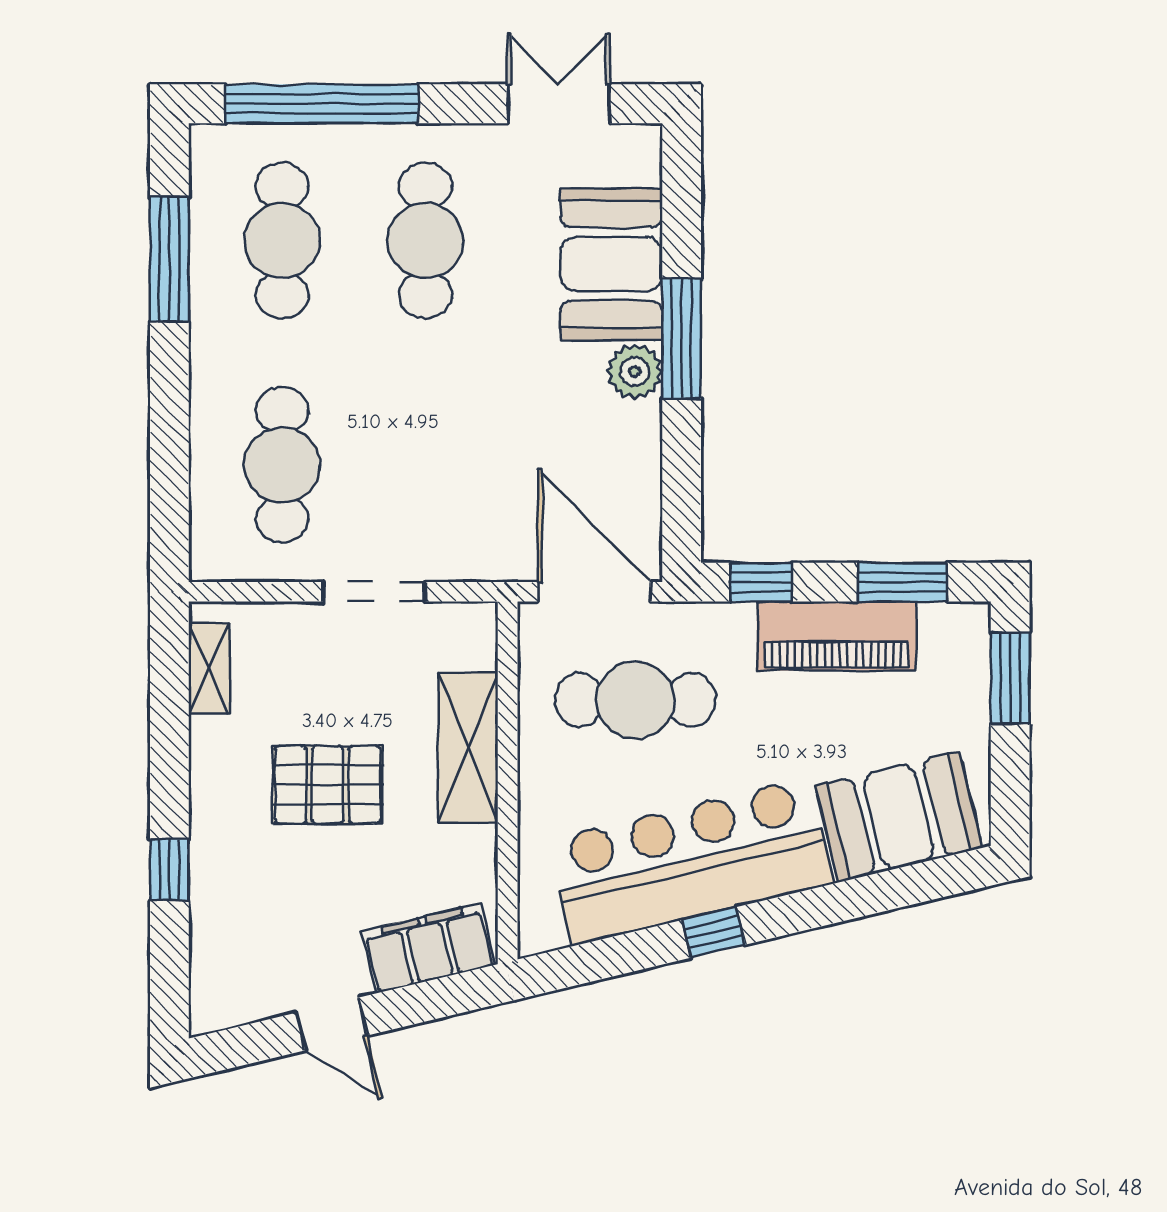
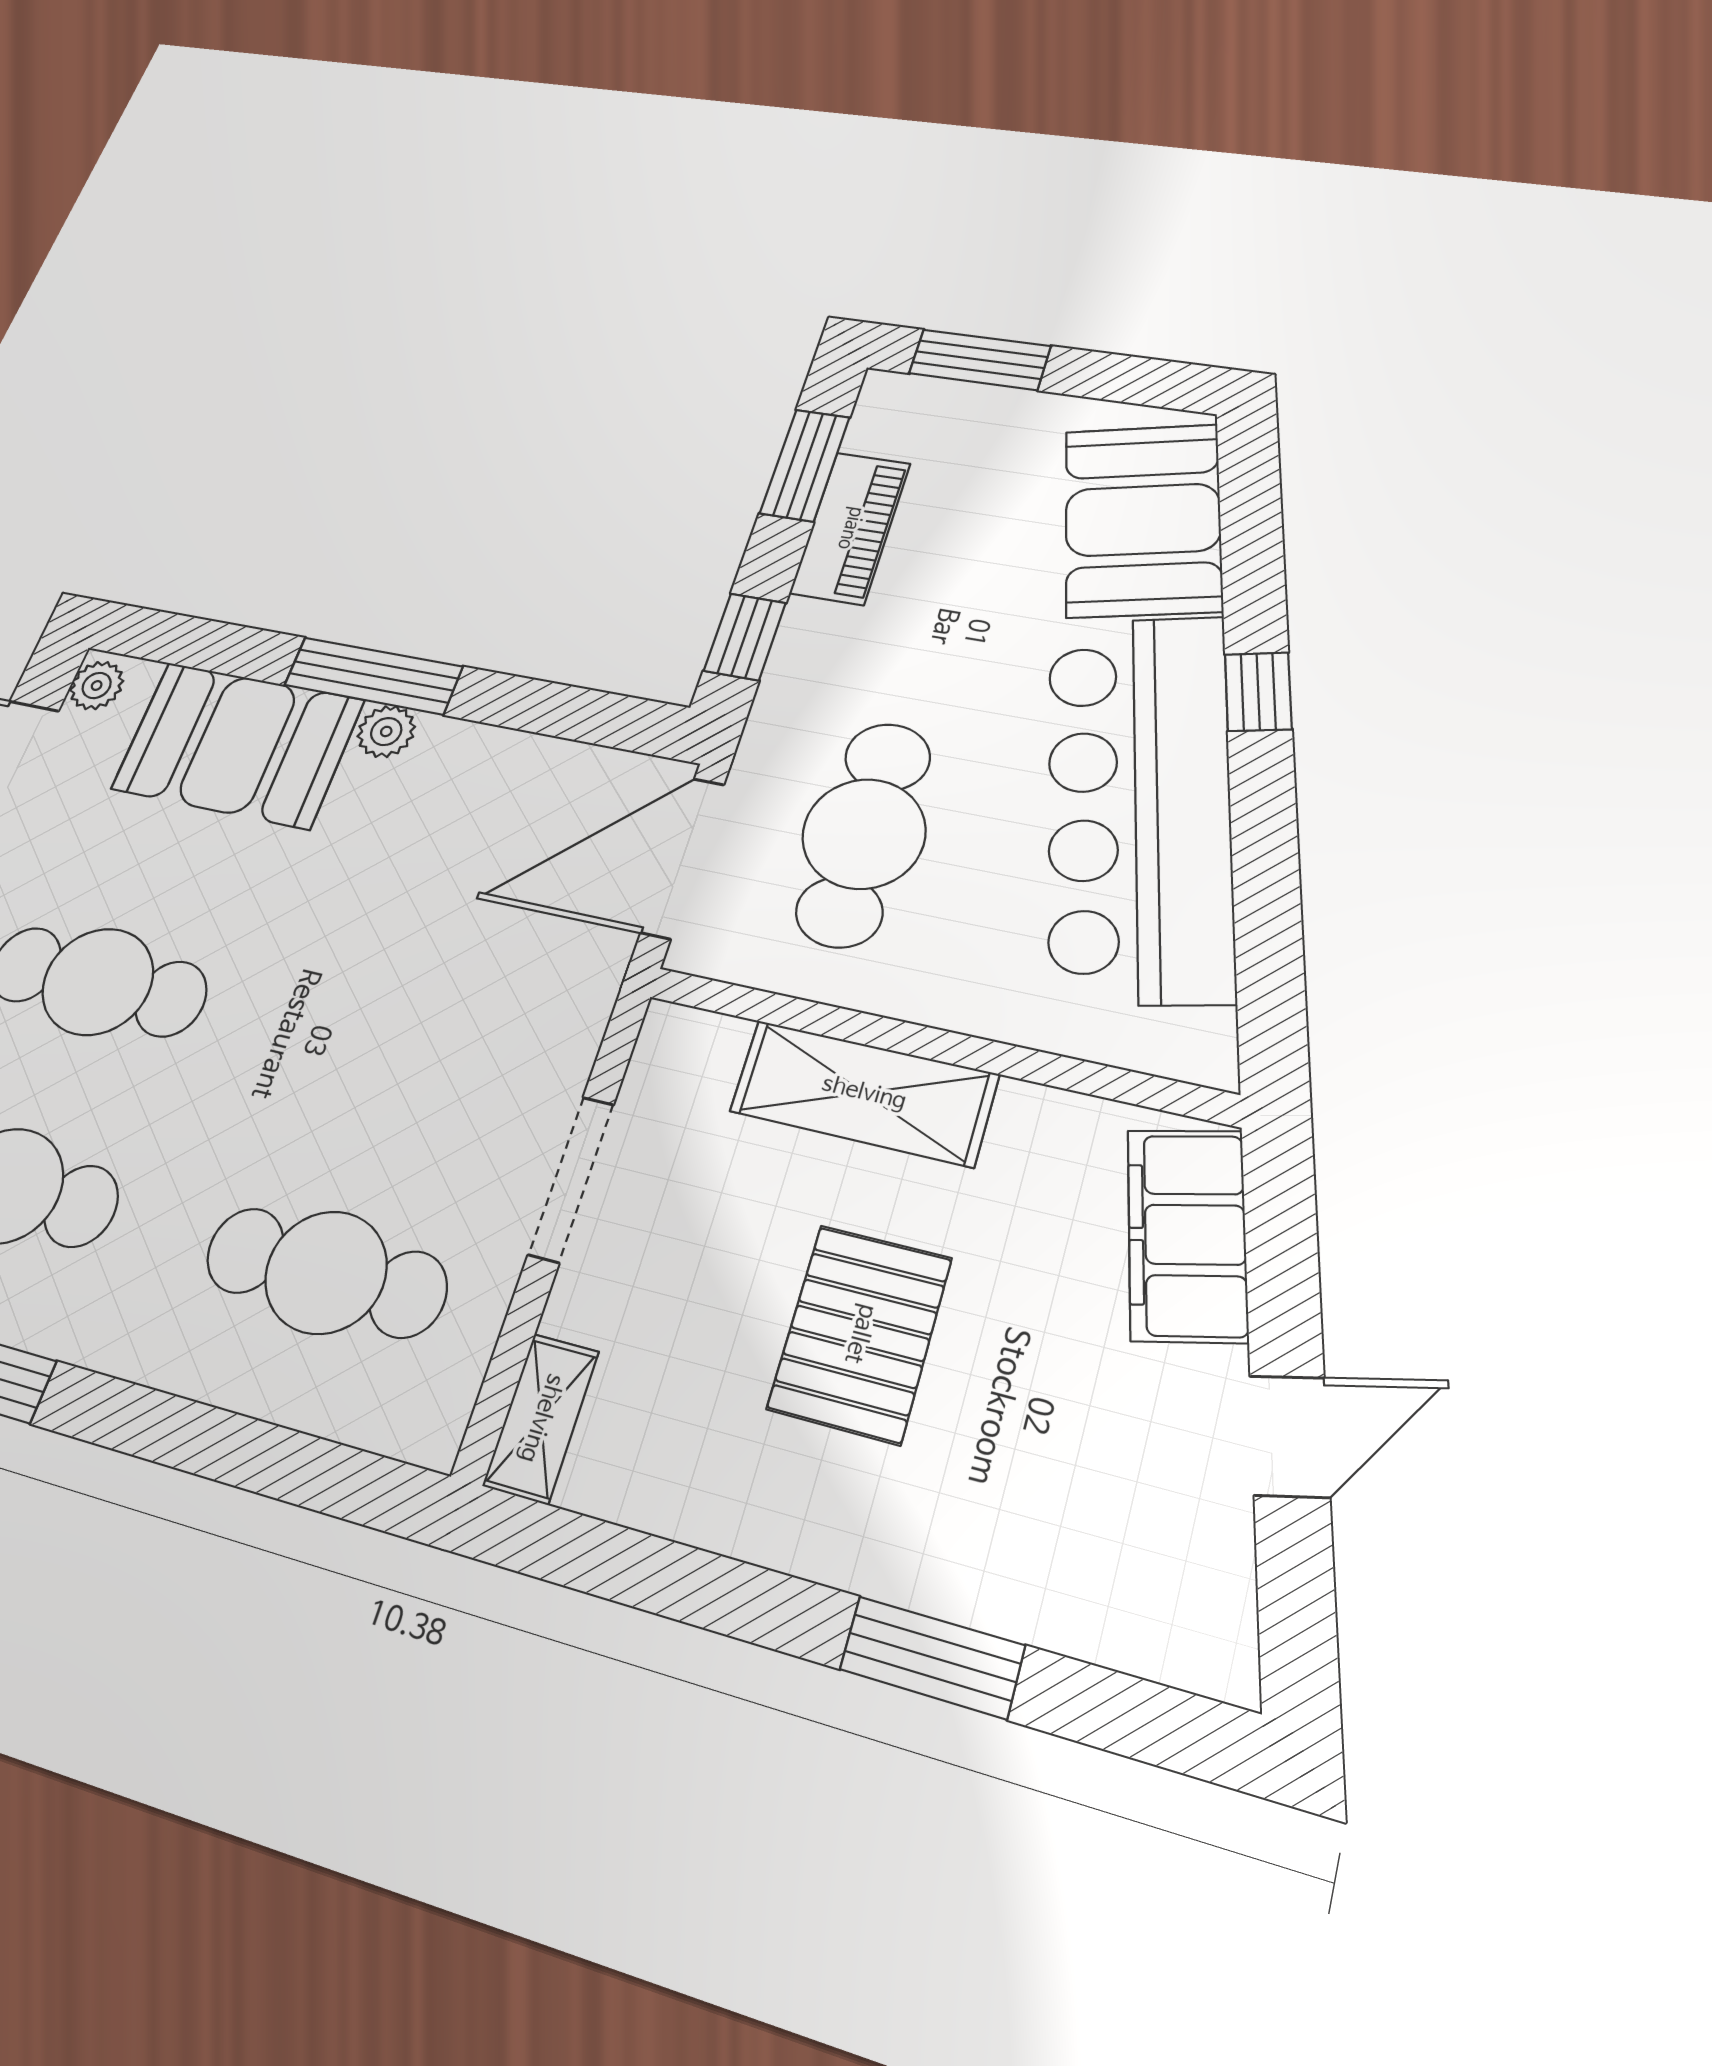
plant: (635, 143) -> (97, 686), added
plant: (635, 372) -> (386, 731), width x0.73, depth x0.73
piano: (836, 636) -> (850, 528), width x0.73, depth x0.75
shelving: (209, 668) -> (541, 1418), moved, turned 90
window: (169, 870) -> (932, 1657), width x1.50
window: (714, 932) -> (1258, 692), moved

